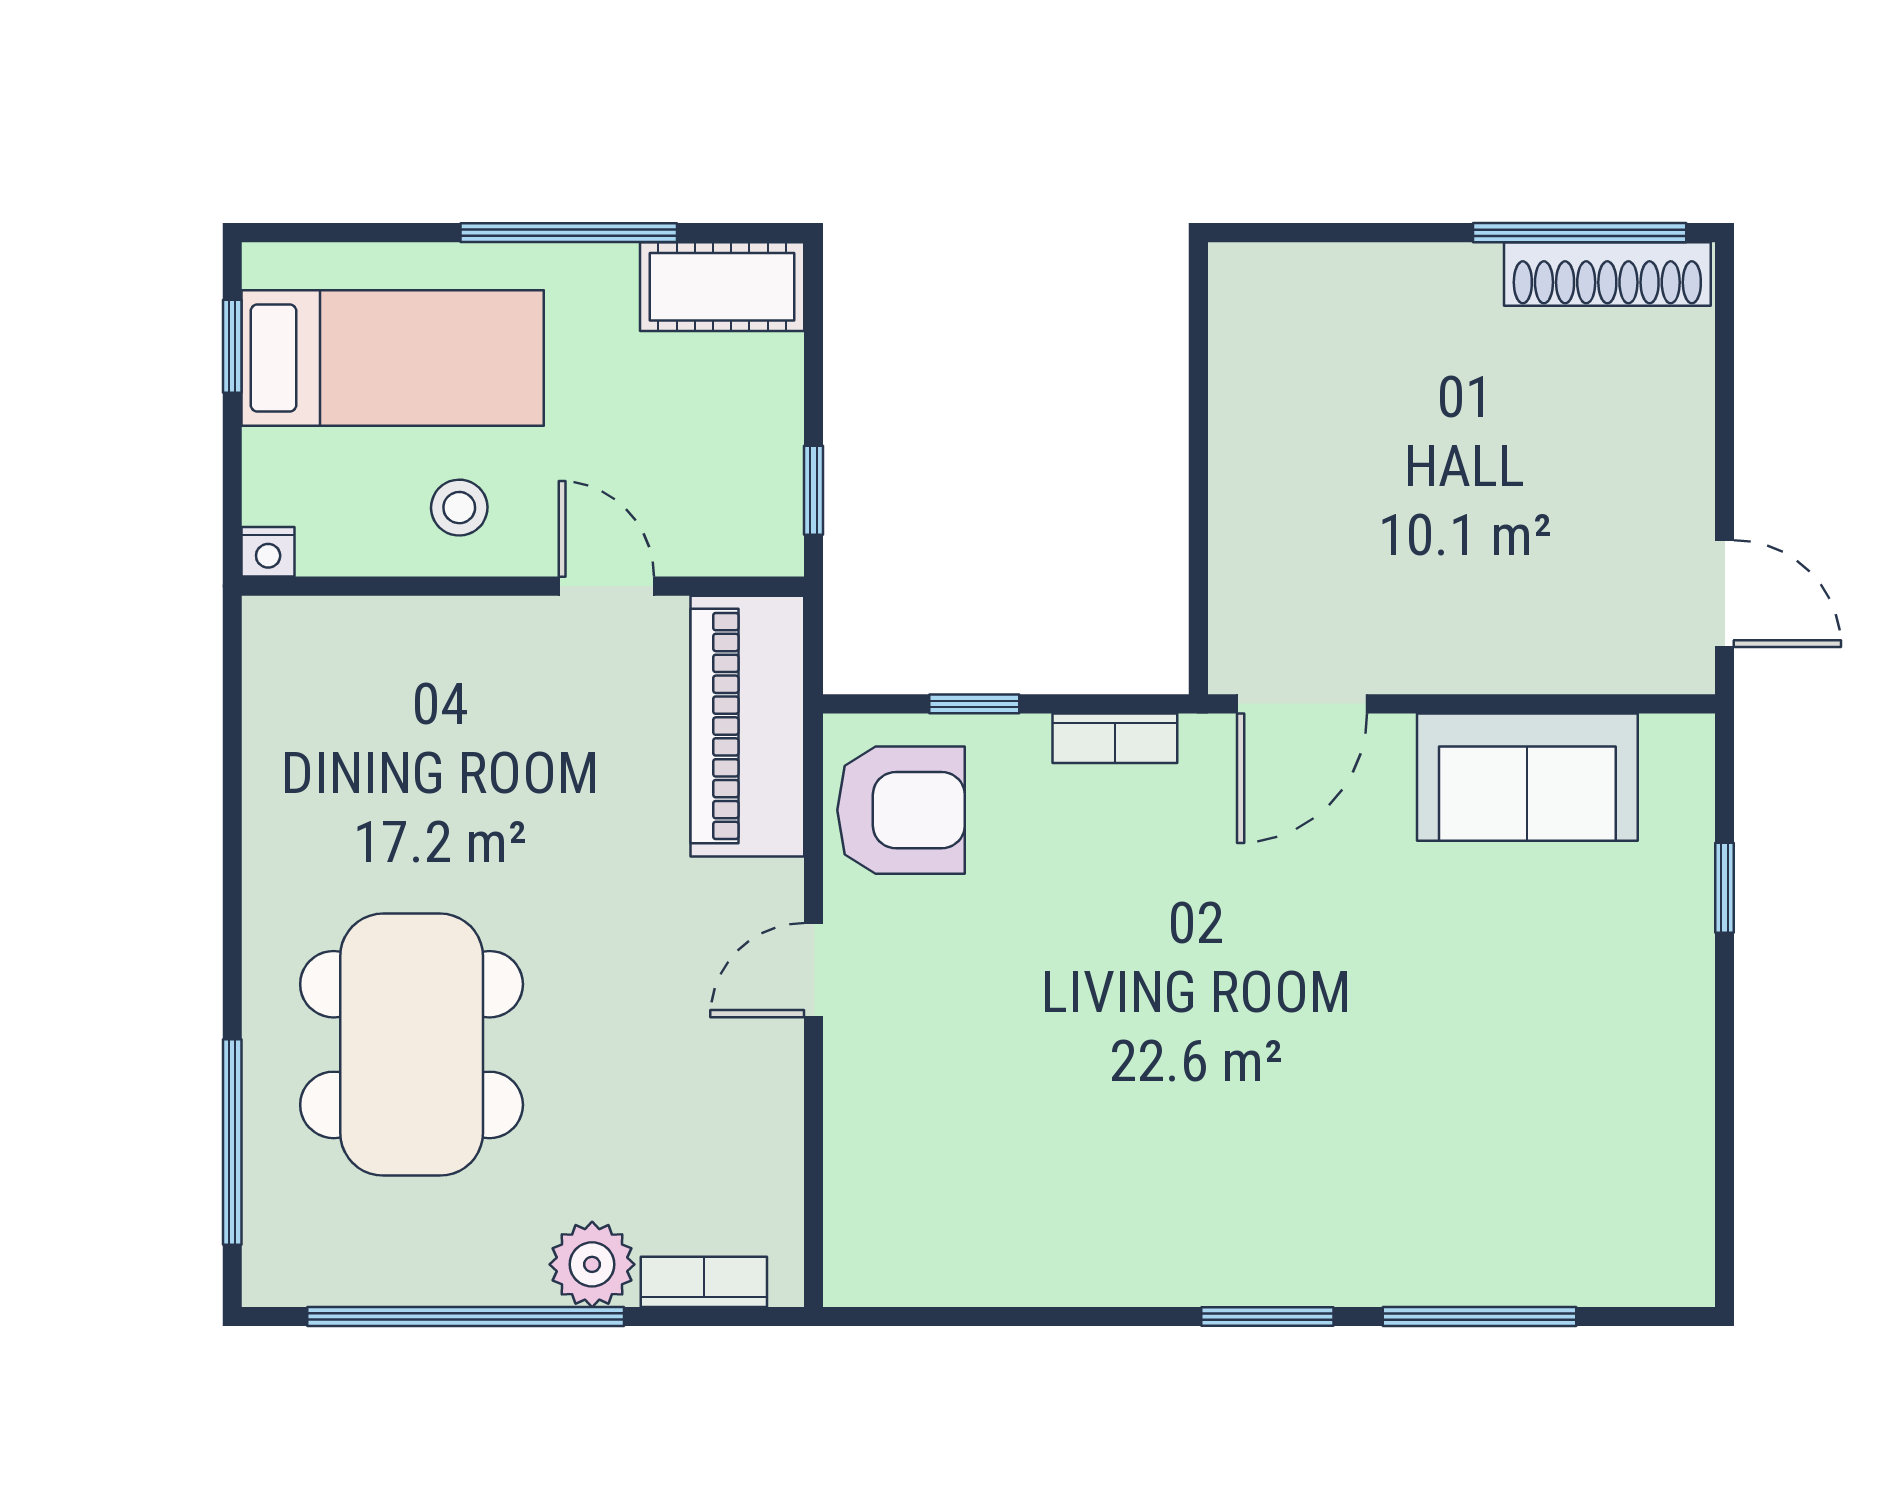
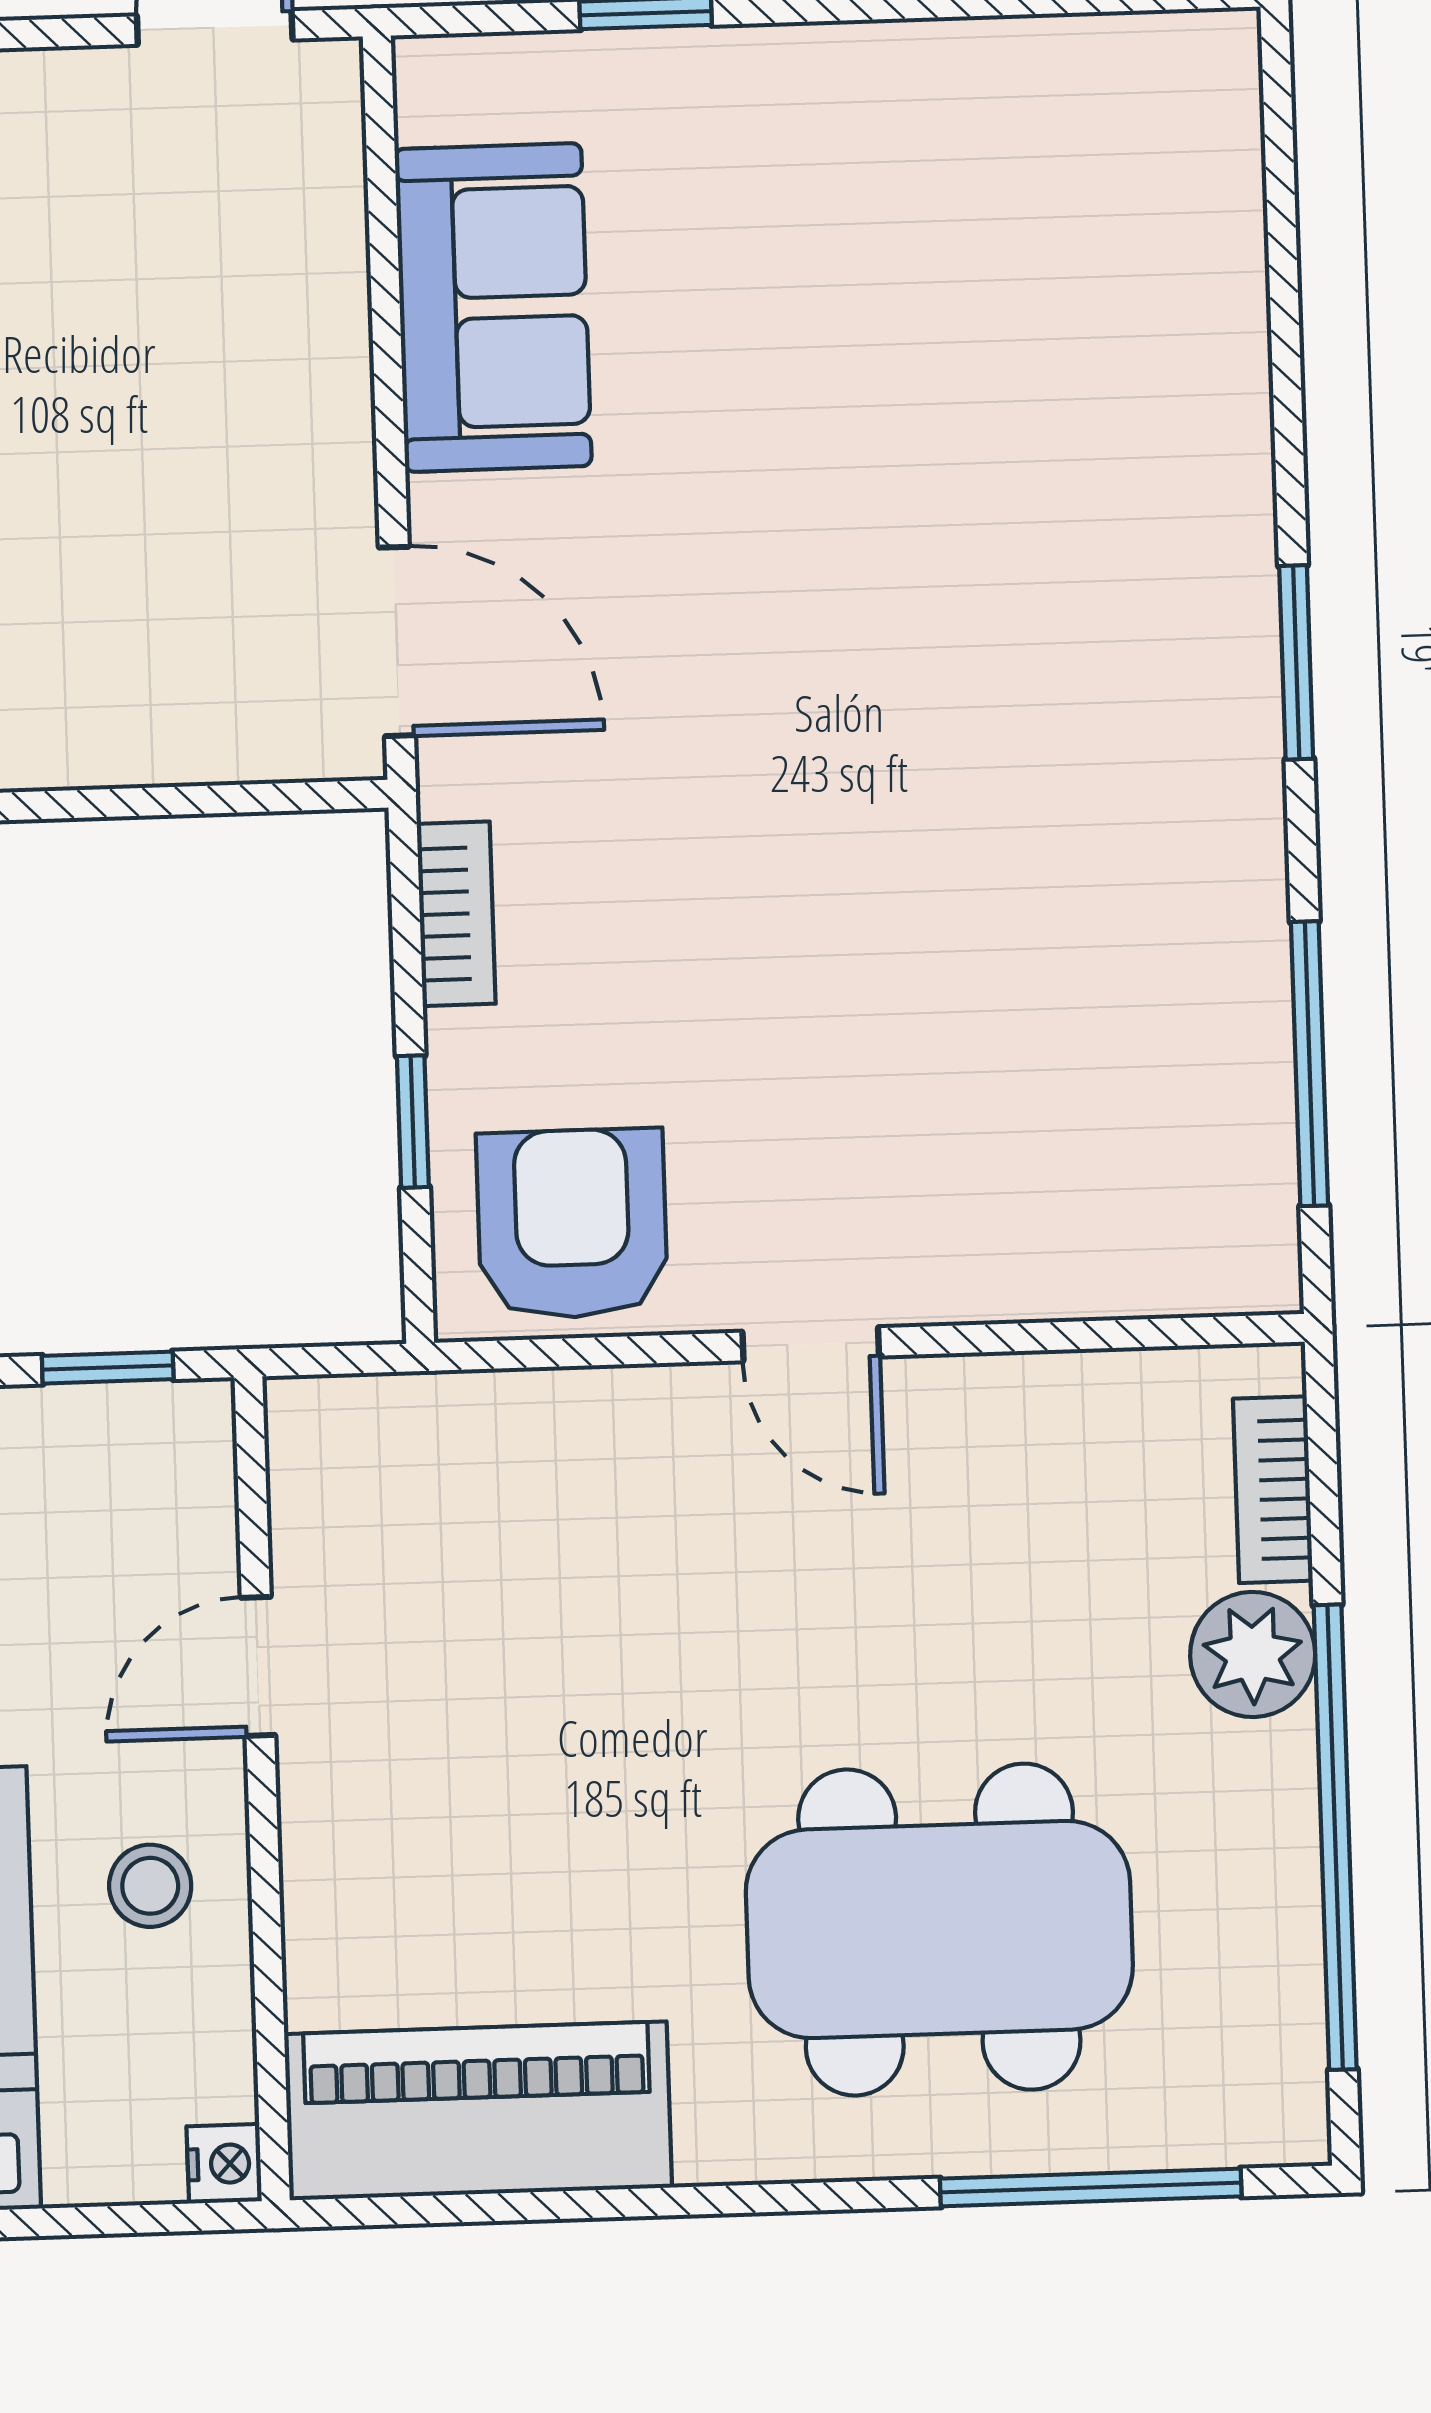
piano: (747, 726) -> (478, 2111), moved, turned 180
window: (1480, 1316) -> (1310, 1064), moved

